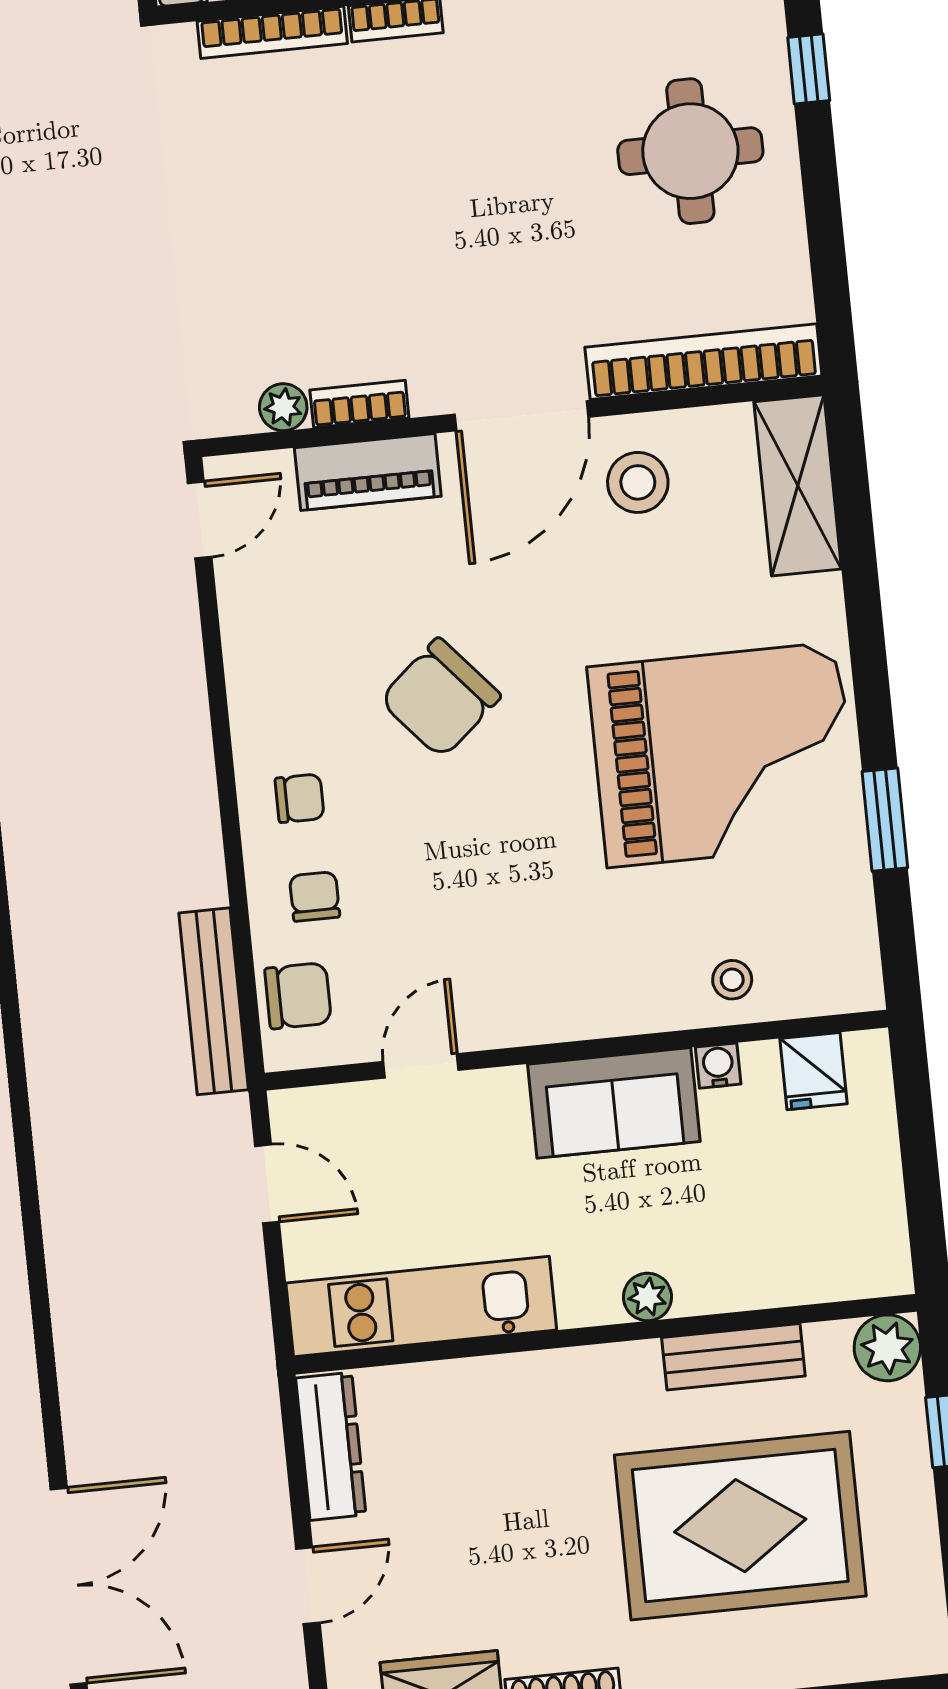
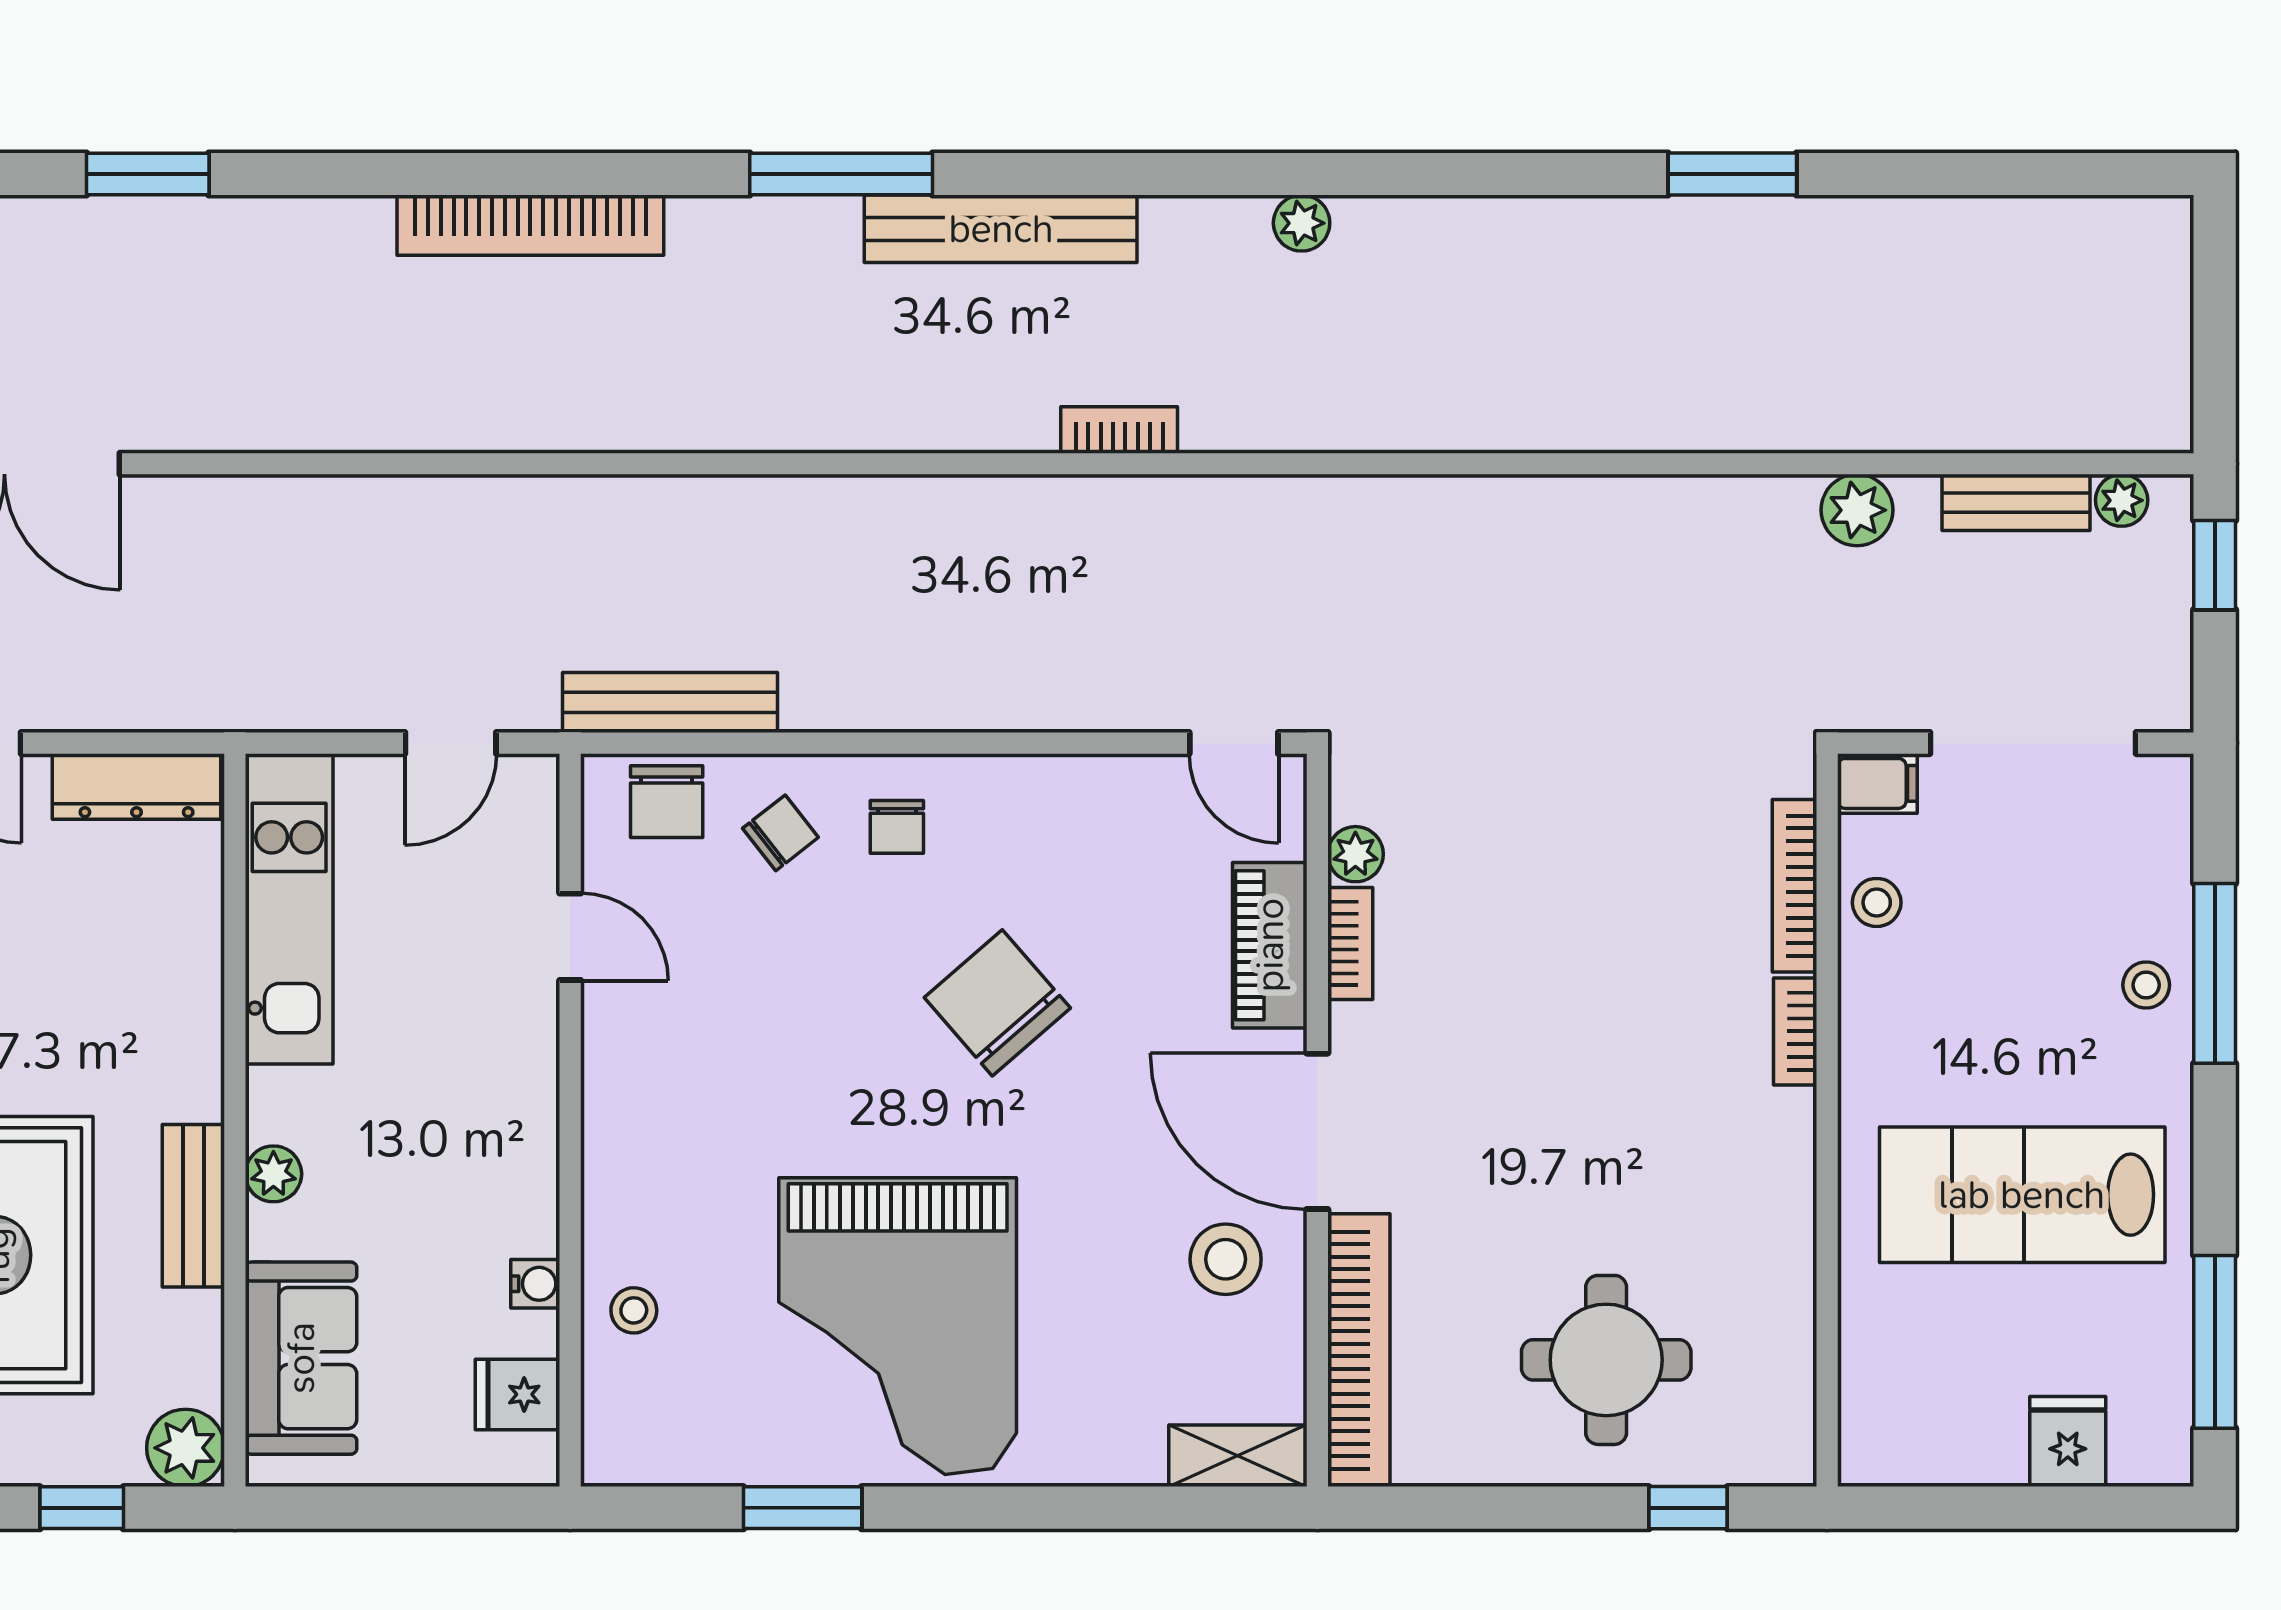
shelving: (798, 485) -> (1238, 1456), width x0.67, depth x0.75
chair: (315, 896) -> (780, 833), turned -38
sofa: (614, 1103) -> (301, 1358), moved, turned 180
bench: (733, 1357) -> (193, 1206), moved

